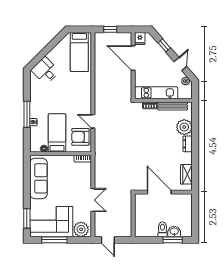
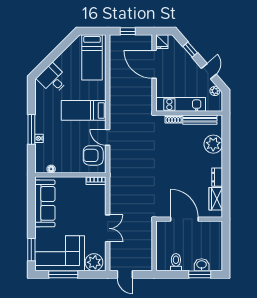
bed: (57, 133) -> (84, 110), moved, turned -90
dresser: (188, 144) -> (217, 177), moved
toilet: (162, 229) -> (176, 262), moved

